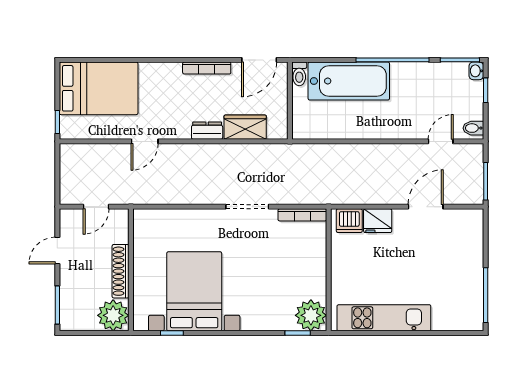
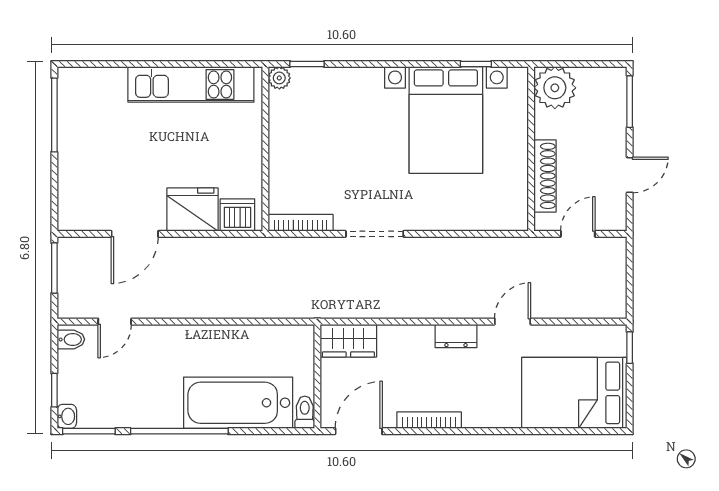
wardrobe: (245, 127) -> (348, 341), moved
dresser: (207, 131) -> (456, 336), moved
fridge: (378, 221) -> (193, 210), width x1.36, depth x1.34
shoe rack: (120, 271) -> (545, 176), moved
plant: (311, 315) -> (279, 78), width x0.53, depth x0.53

